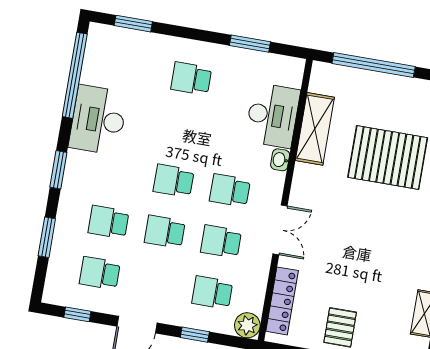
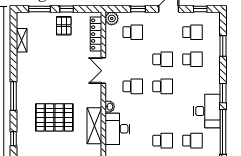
window: (58, 170) -> (223, 93), moved
school desk: (221, 241) -> (192, 141), moved

